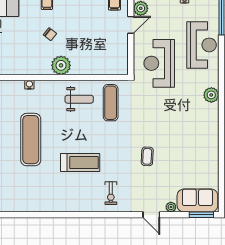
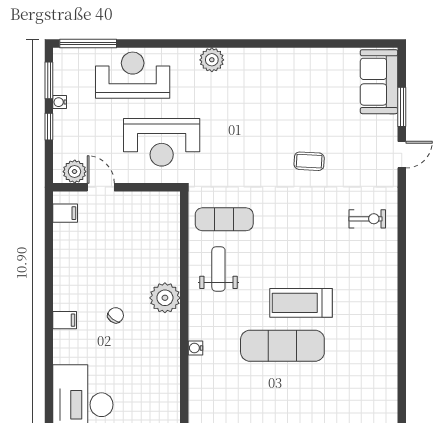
treadmill: (80, 163) -> (301, 303), moved, turned -90
plant: (171, 207) -> (389, 124), removed
window: (201, 215) -> (402, 107), moved

